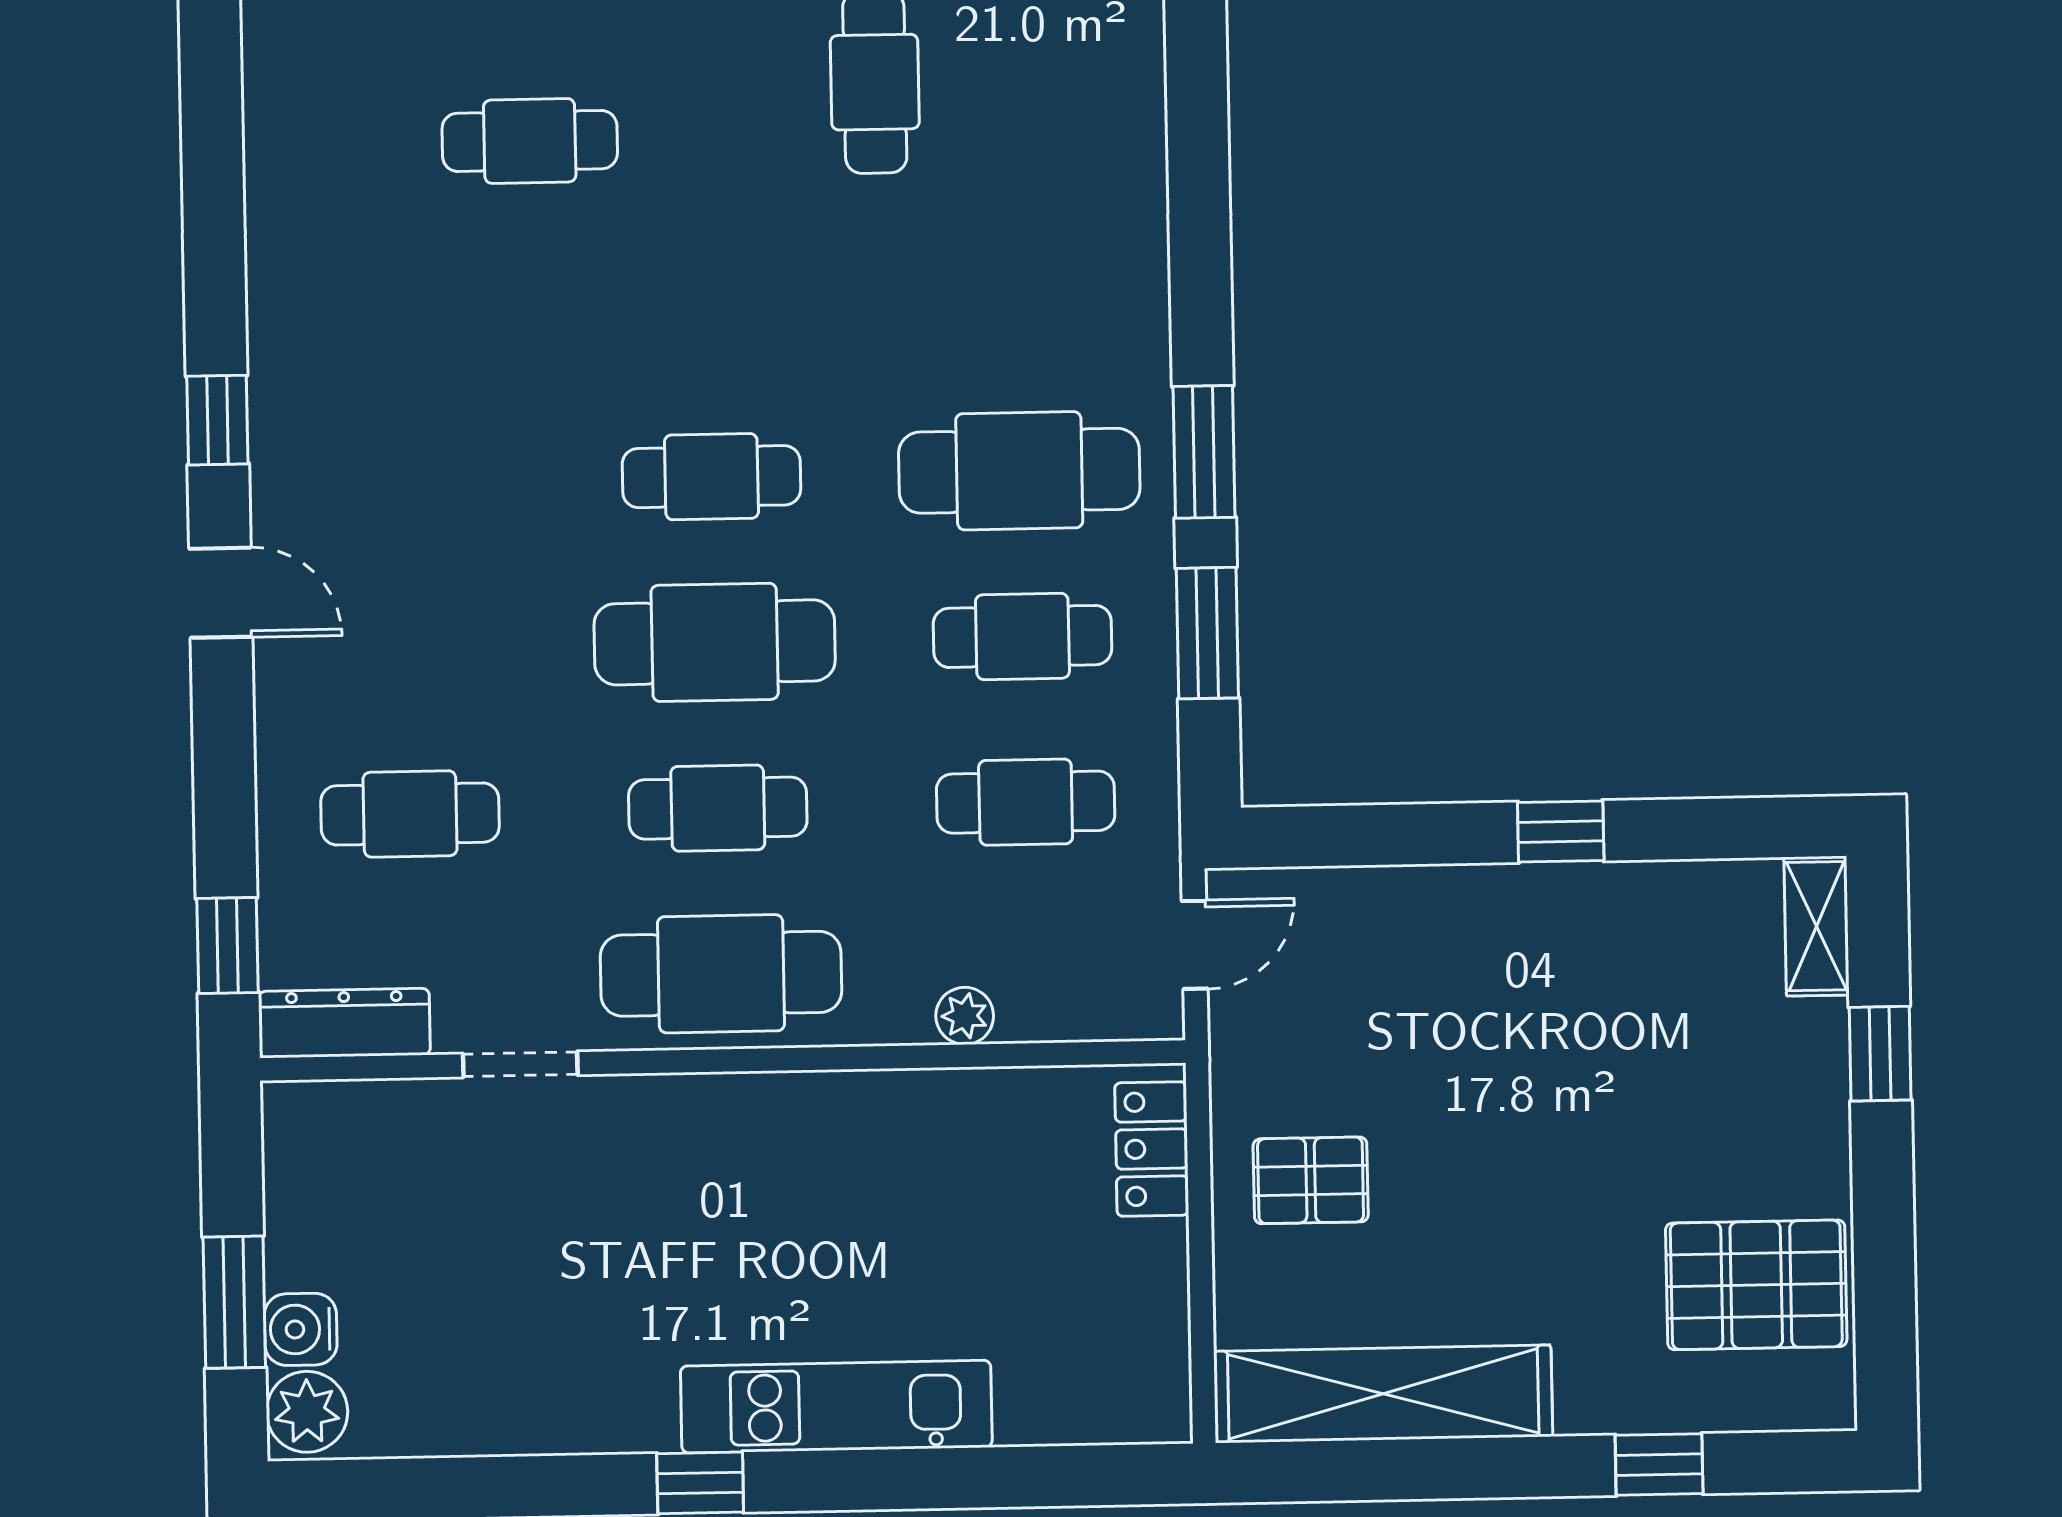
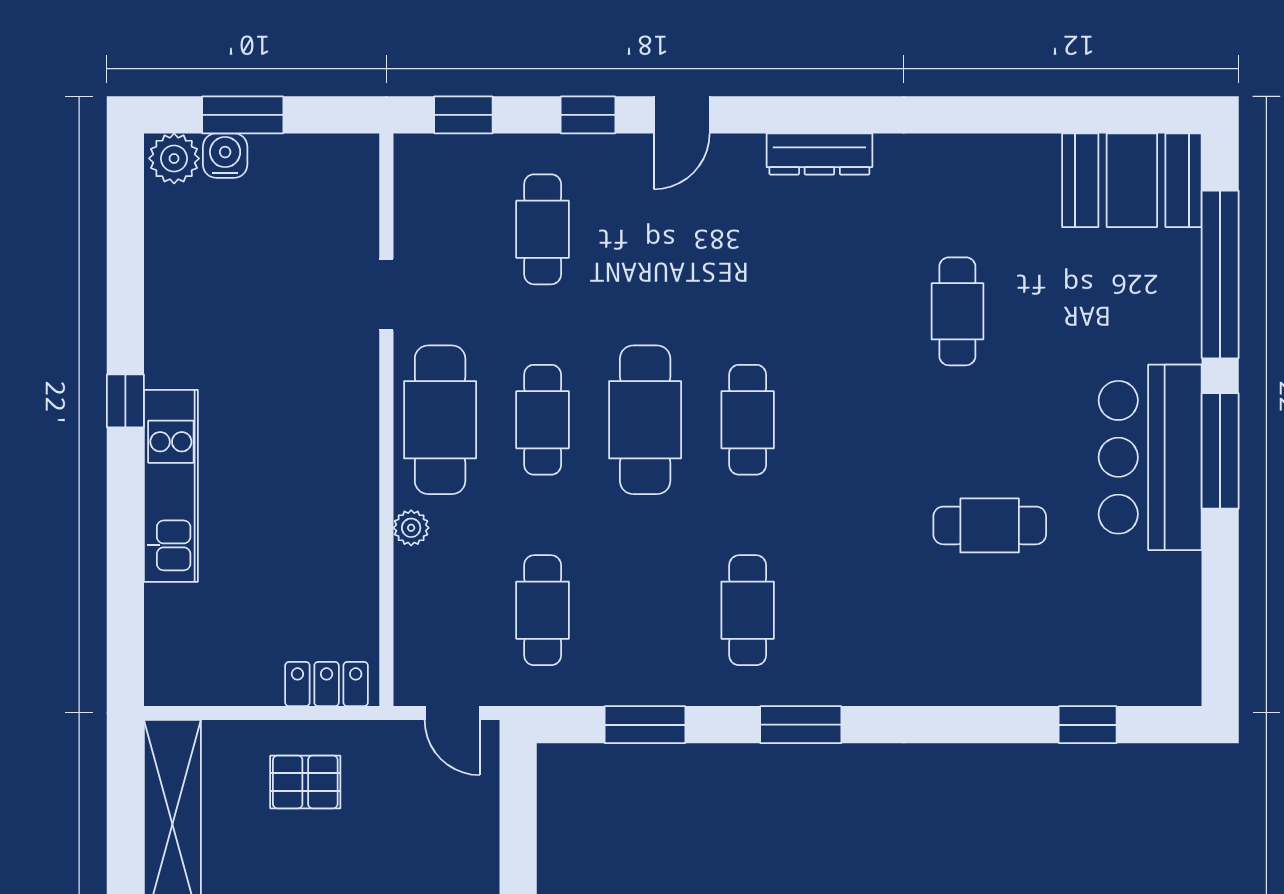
window: (217, 420) -> (588, 115), moved
window: (1204, 452) -> (801, 725), moved
cafe table: (1019, 471) -> (748, 610), width x0.73, depth x0.74
cafe table: (1022, 636) -> (645, 610), removed
plant: (965, 1016) -> (411, 528), moved
dresser: (344, 1023) -> (819, 154), moved, turned 90
pallet: (1311, 1180) -> (305, 782), turned 90

